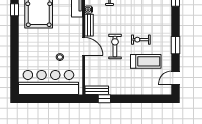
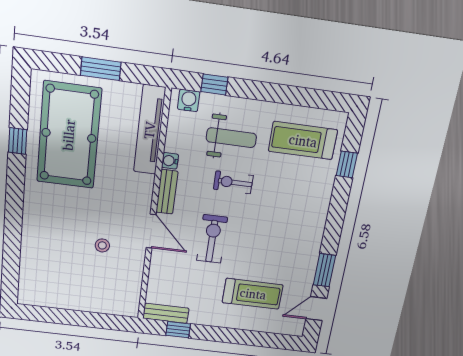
exercise bike: (141, 40) -> (233, 182), moved
window: (175, 45) -> (324, 270), moved
treadmill: (146, 61) -> (253, 294), moved
bar counter: (48, 82) -> (76, 289), removed

